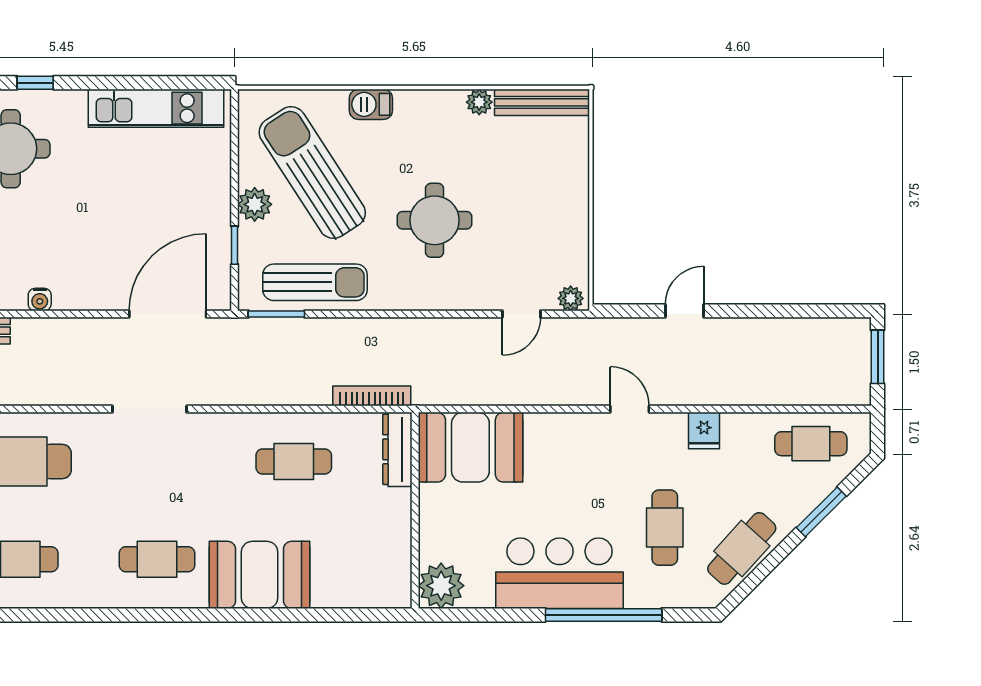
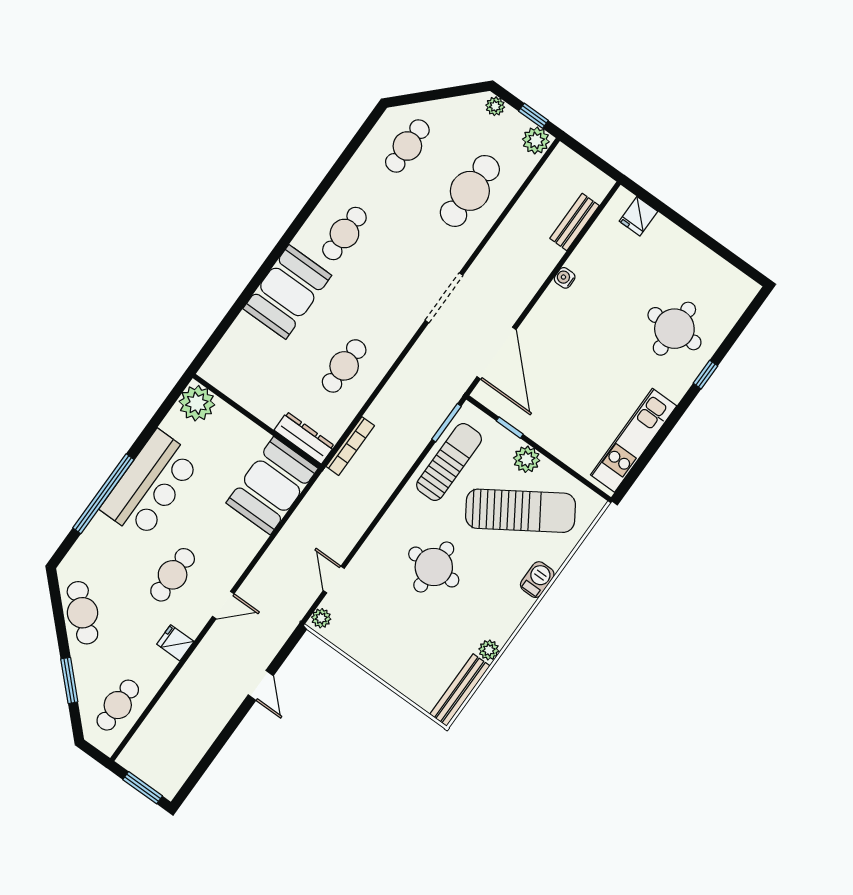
sun lounger: (315, 282) -> (449, 462), turned 180
cafe table: (665, 528) -> (173, 575), moved, turned 90

